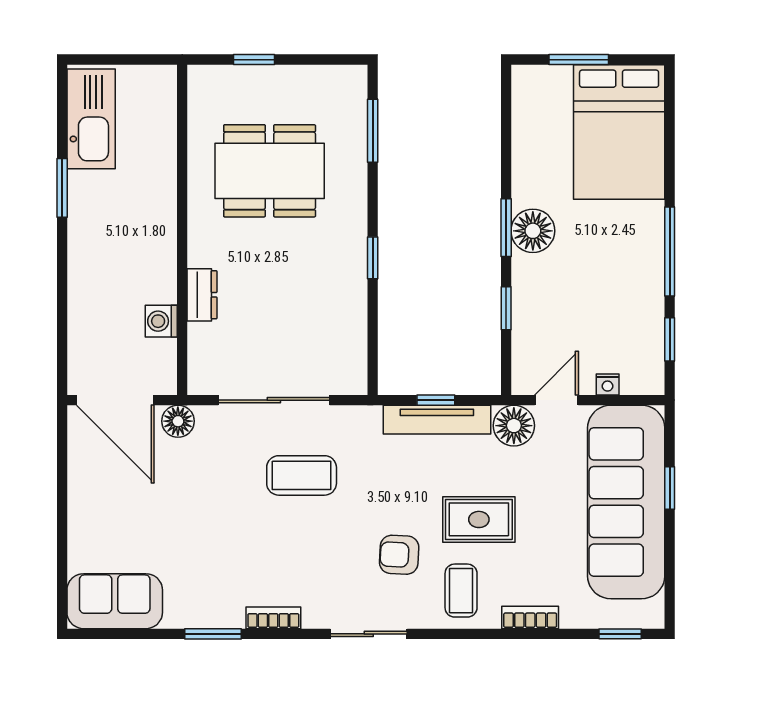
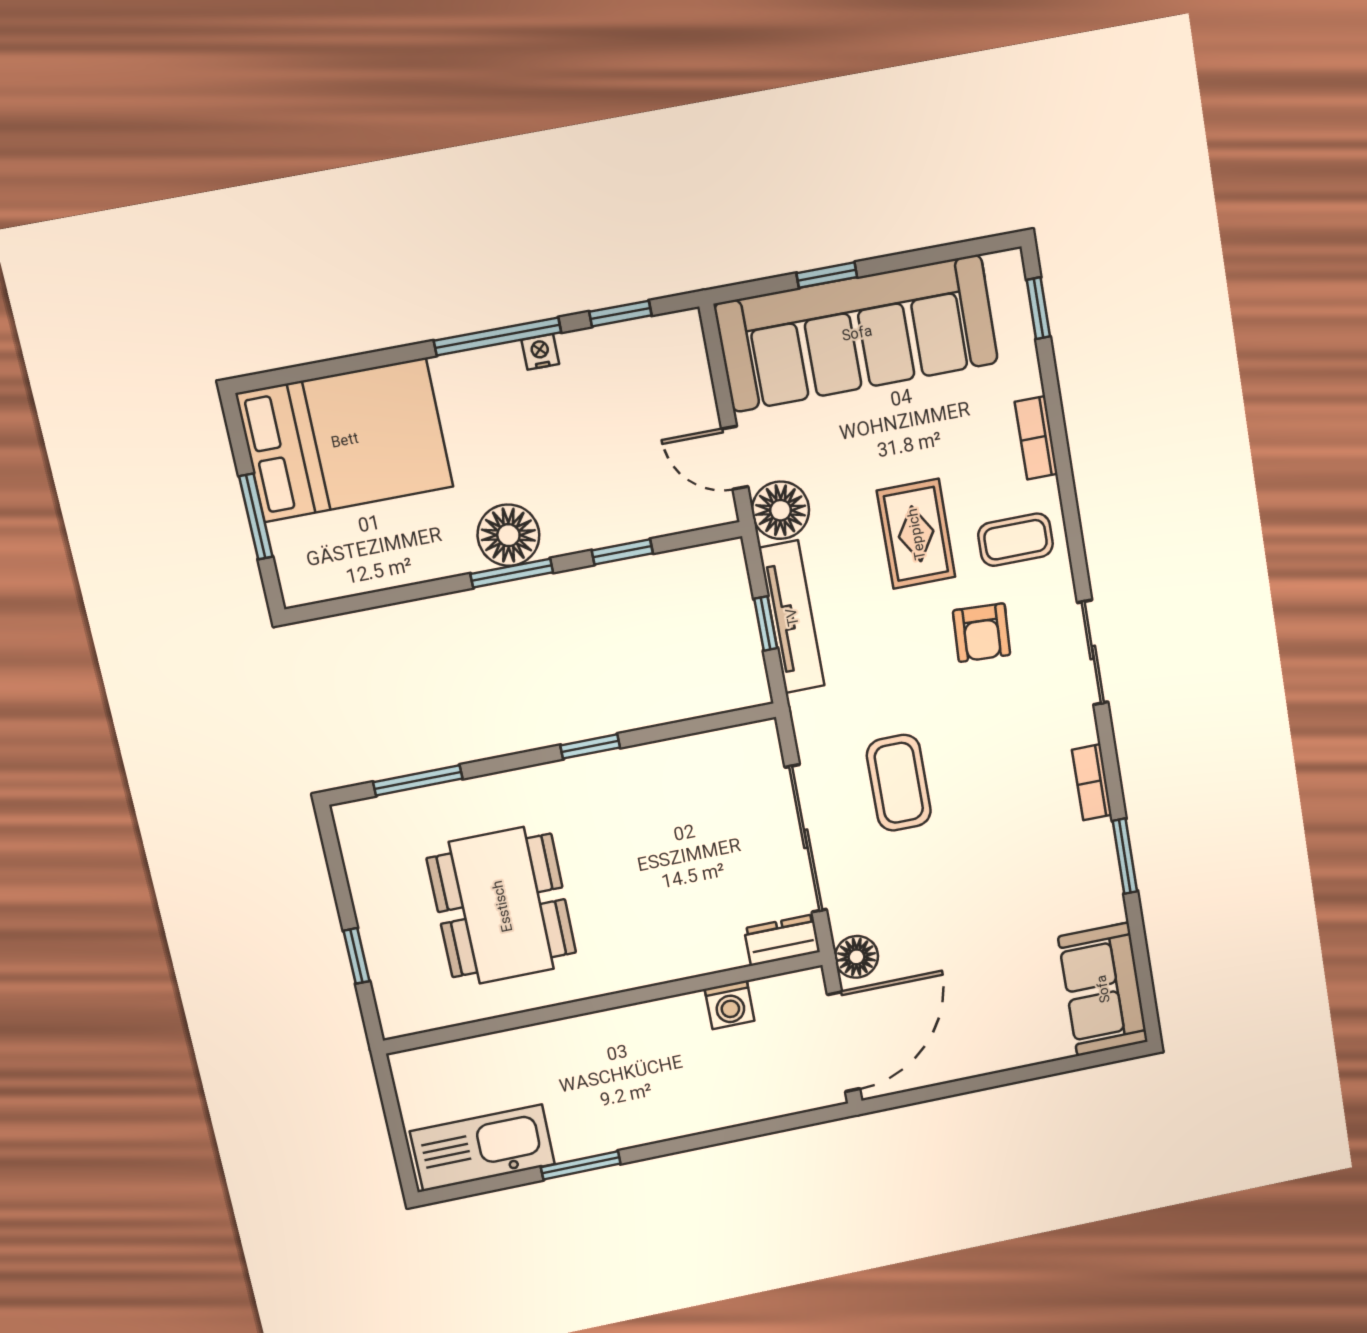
dresser: (202, 295) -> (782, 940), moved
nightstand: (608, 384) -> (540, 352), moved, turned -90

